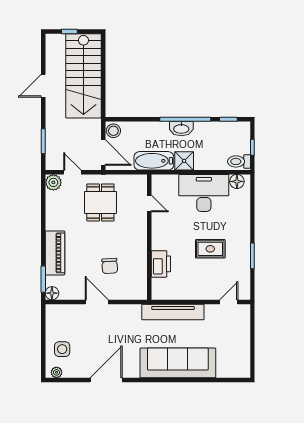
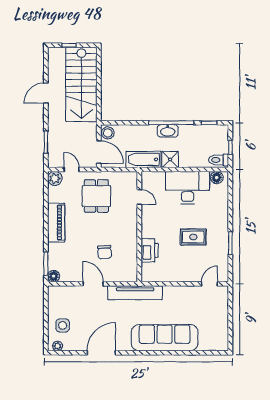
piano: (55, 253) -> (56, 223), moved
tv unit: (173, 312) -> (135, 293), moved

